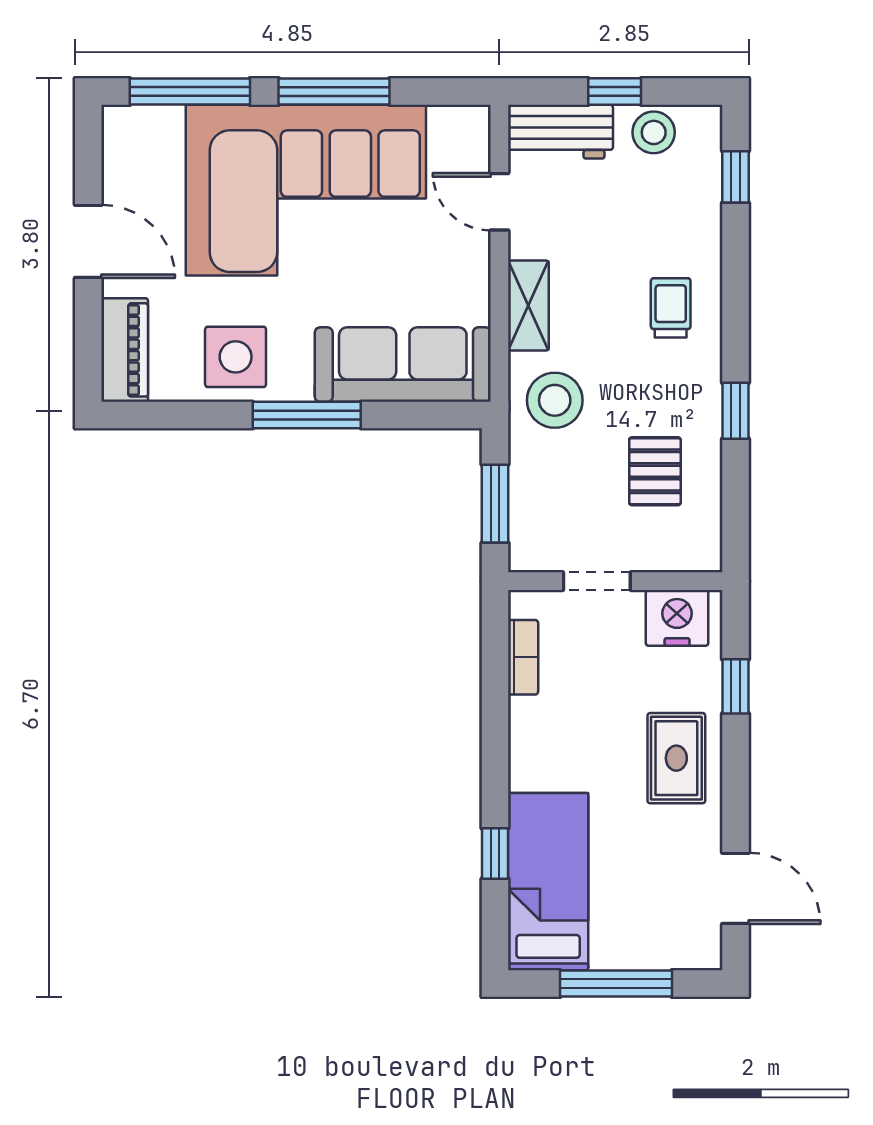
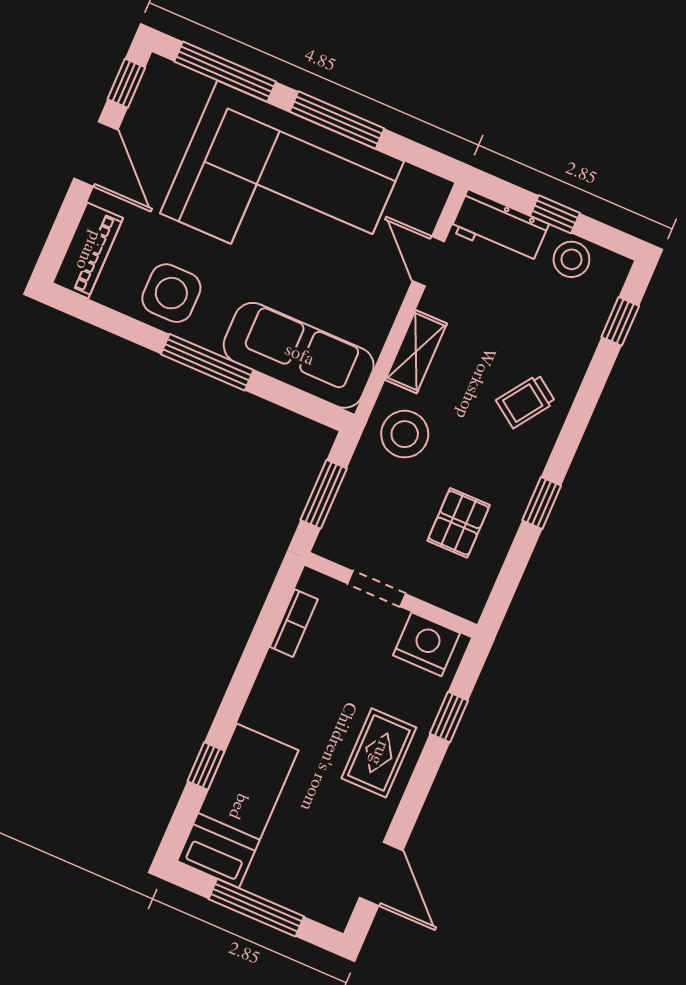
window: (88, 150) -> (126, 83), added
trolley: (671, 308) -> (526, 401), turned -145

